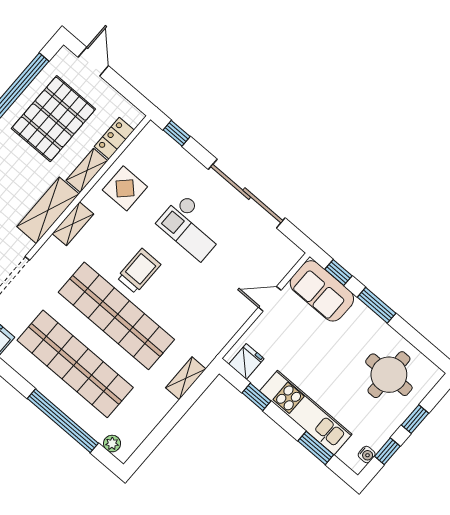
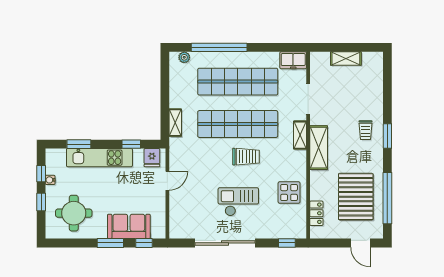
shelving: (87, 170) -> (316, 185), removed
shelving: (73, 224) -> (300, 135), moved
trolley: (139, 271) -> (246, 157), turned -90
sofa: (322, 291) -> (129, 226), moved
door: (270, 299) -> (167, 181), moved
water cooler: (367, 455) -> (50, 180), moved

